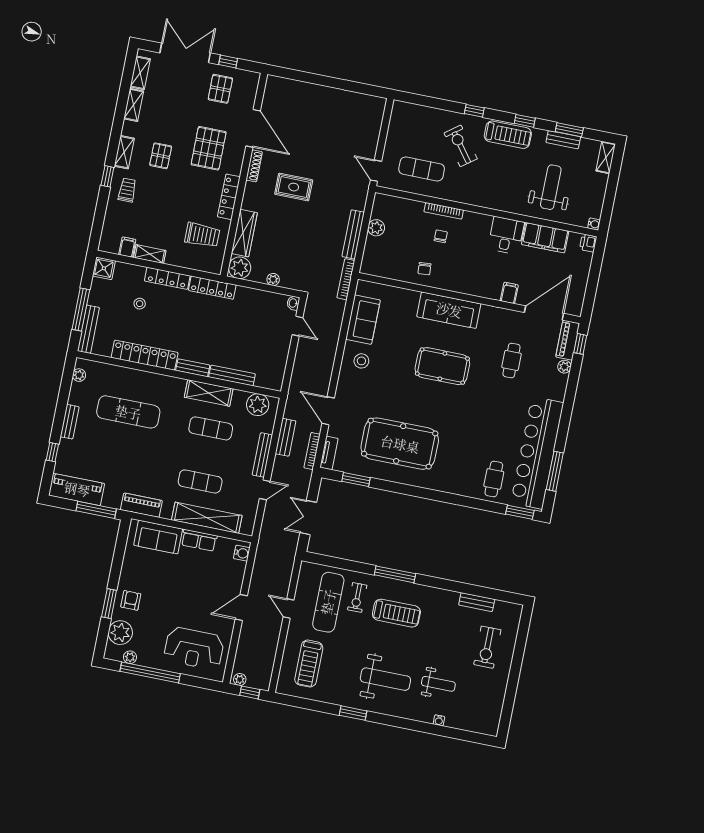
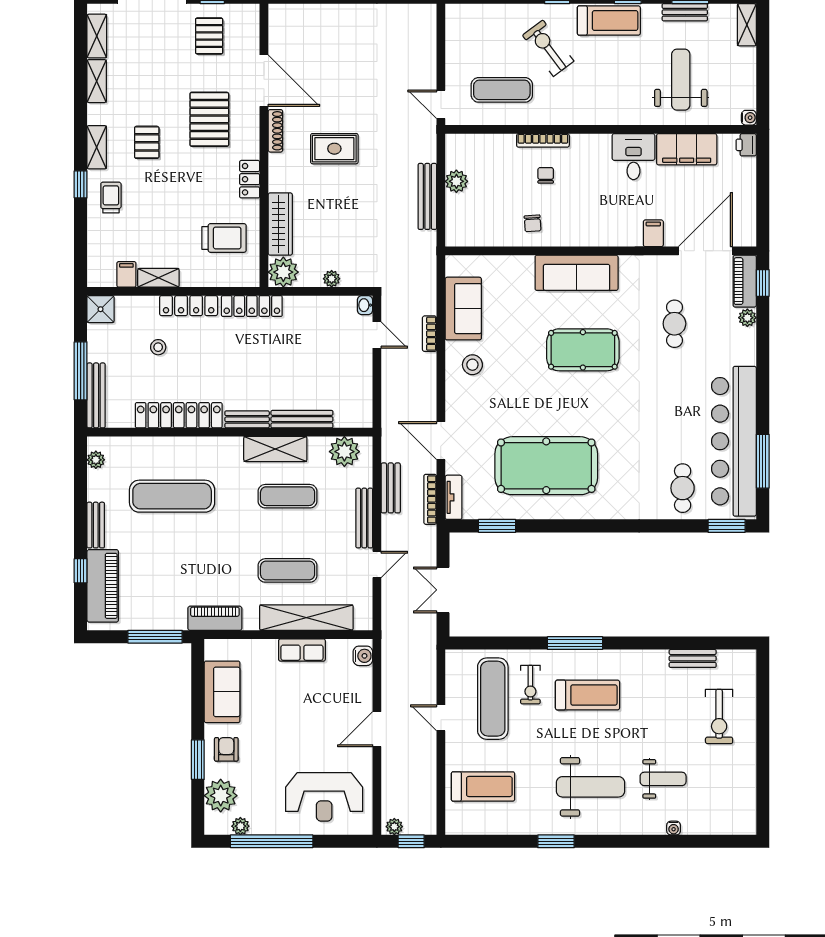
locker: (229, 197) -> (250, 179), width x0.66
bookcase: (346, 279) -> (429, 334), moved, width x0.64
piano: (77, 489) -> (103, 586), moved, turned 90
sofa: (158, 537) -> (222, 692), moved, turned -90
treadmill: (309, 664) -> (483, 786), turned -90

